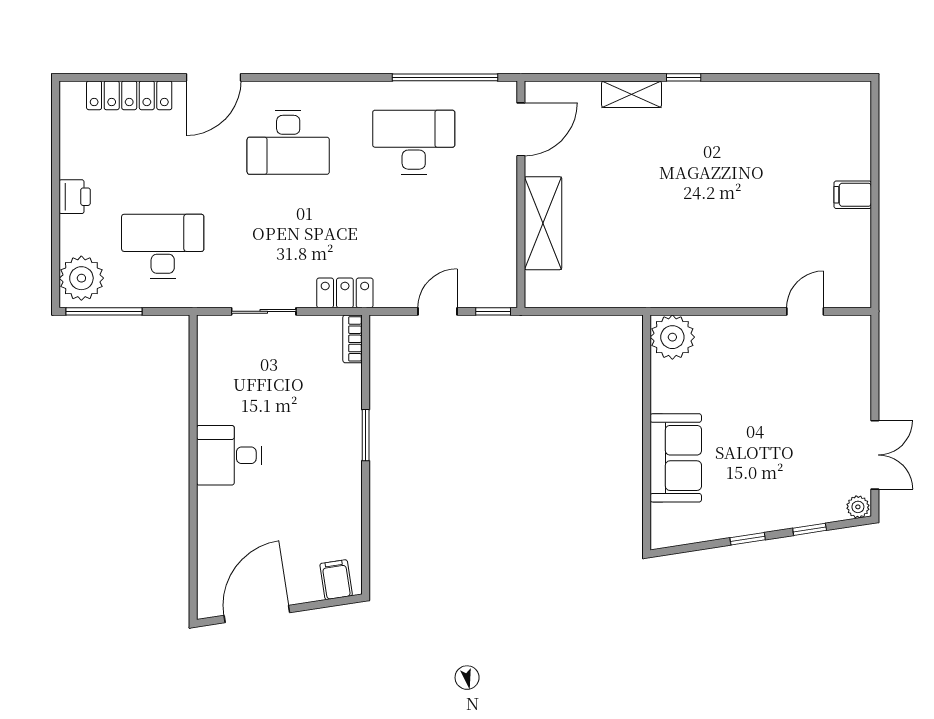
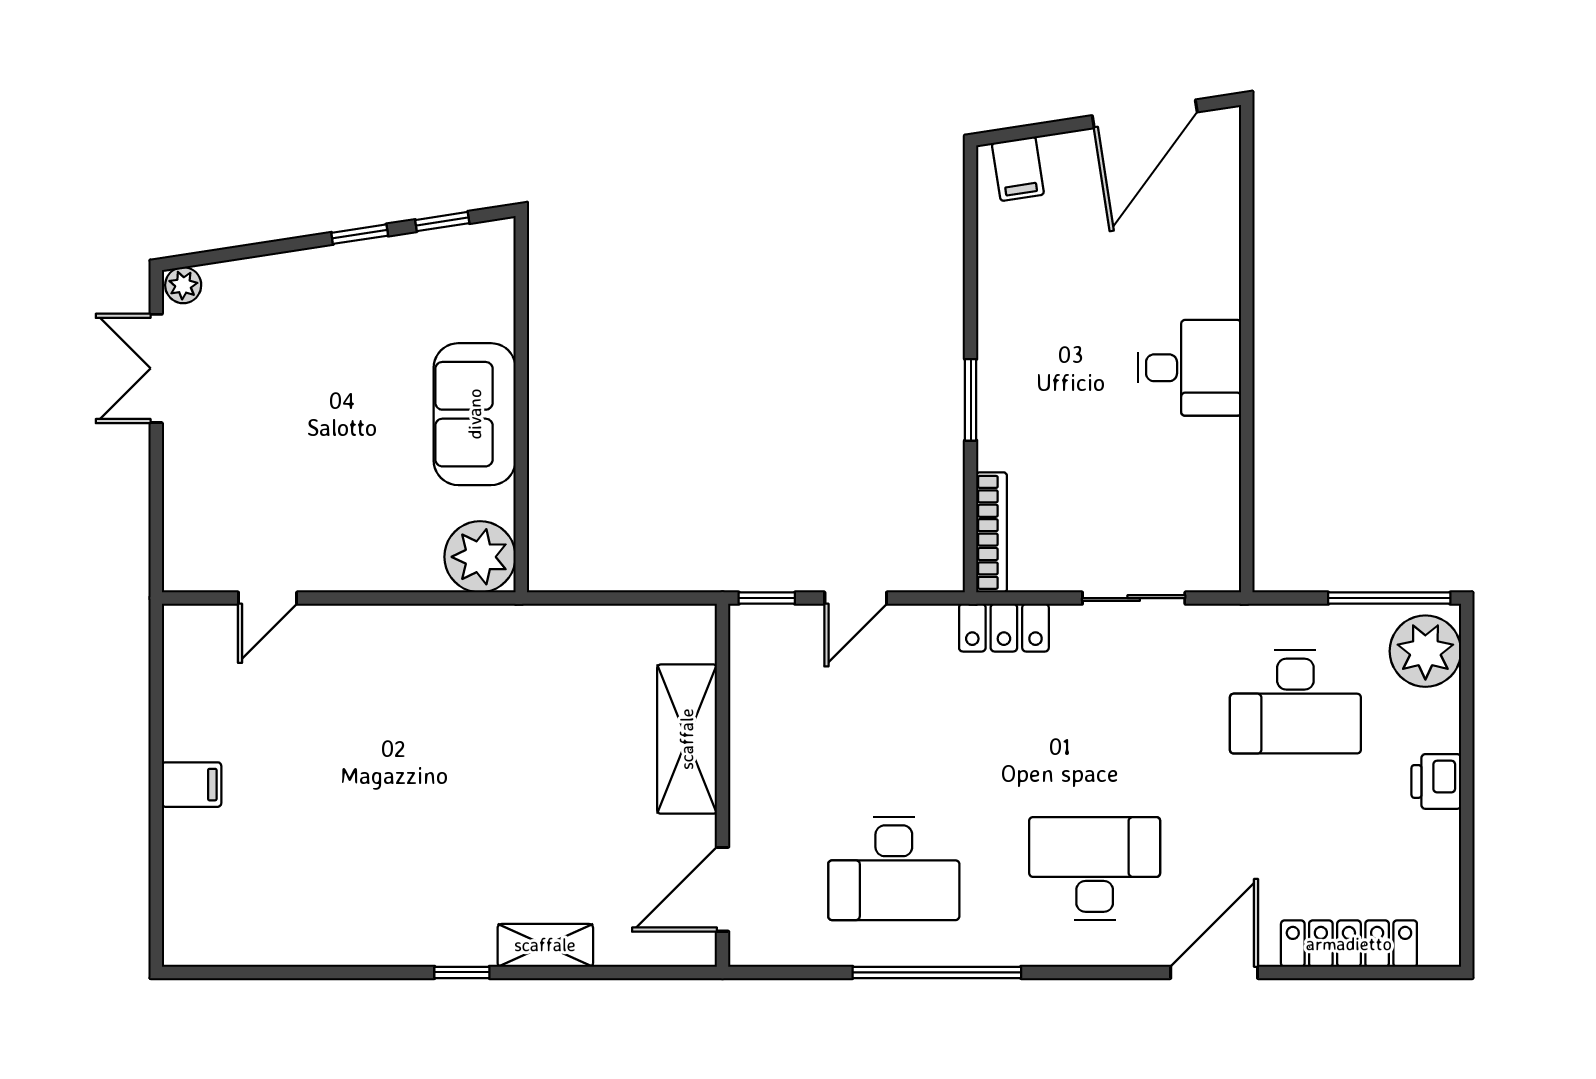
window: (445, 77) -> (937, 972), moved
bookcase: (353, 339) -> (992, 532), width x1.56
sofa: (676, 458) -> (475, 414), moved
window: (810, 529) -> (442, 222), moved

